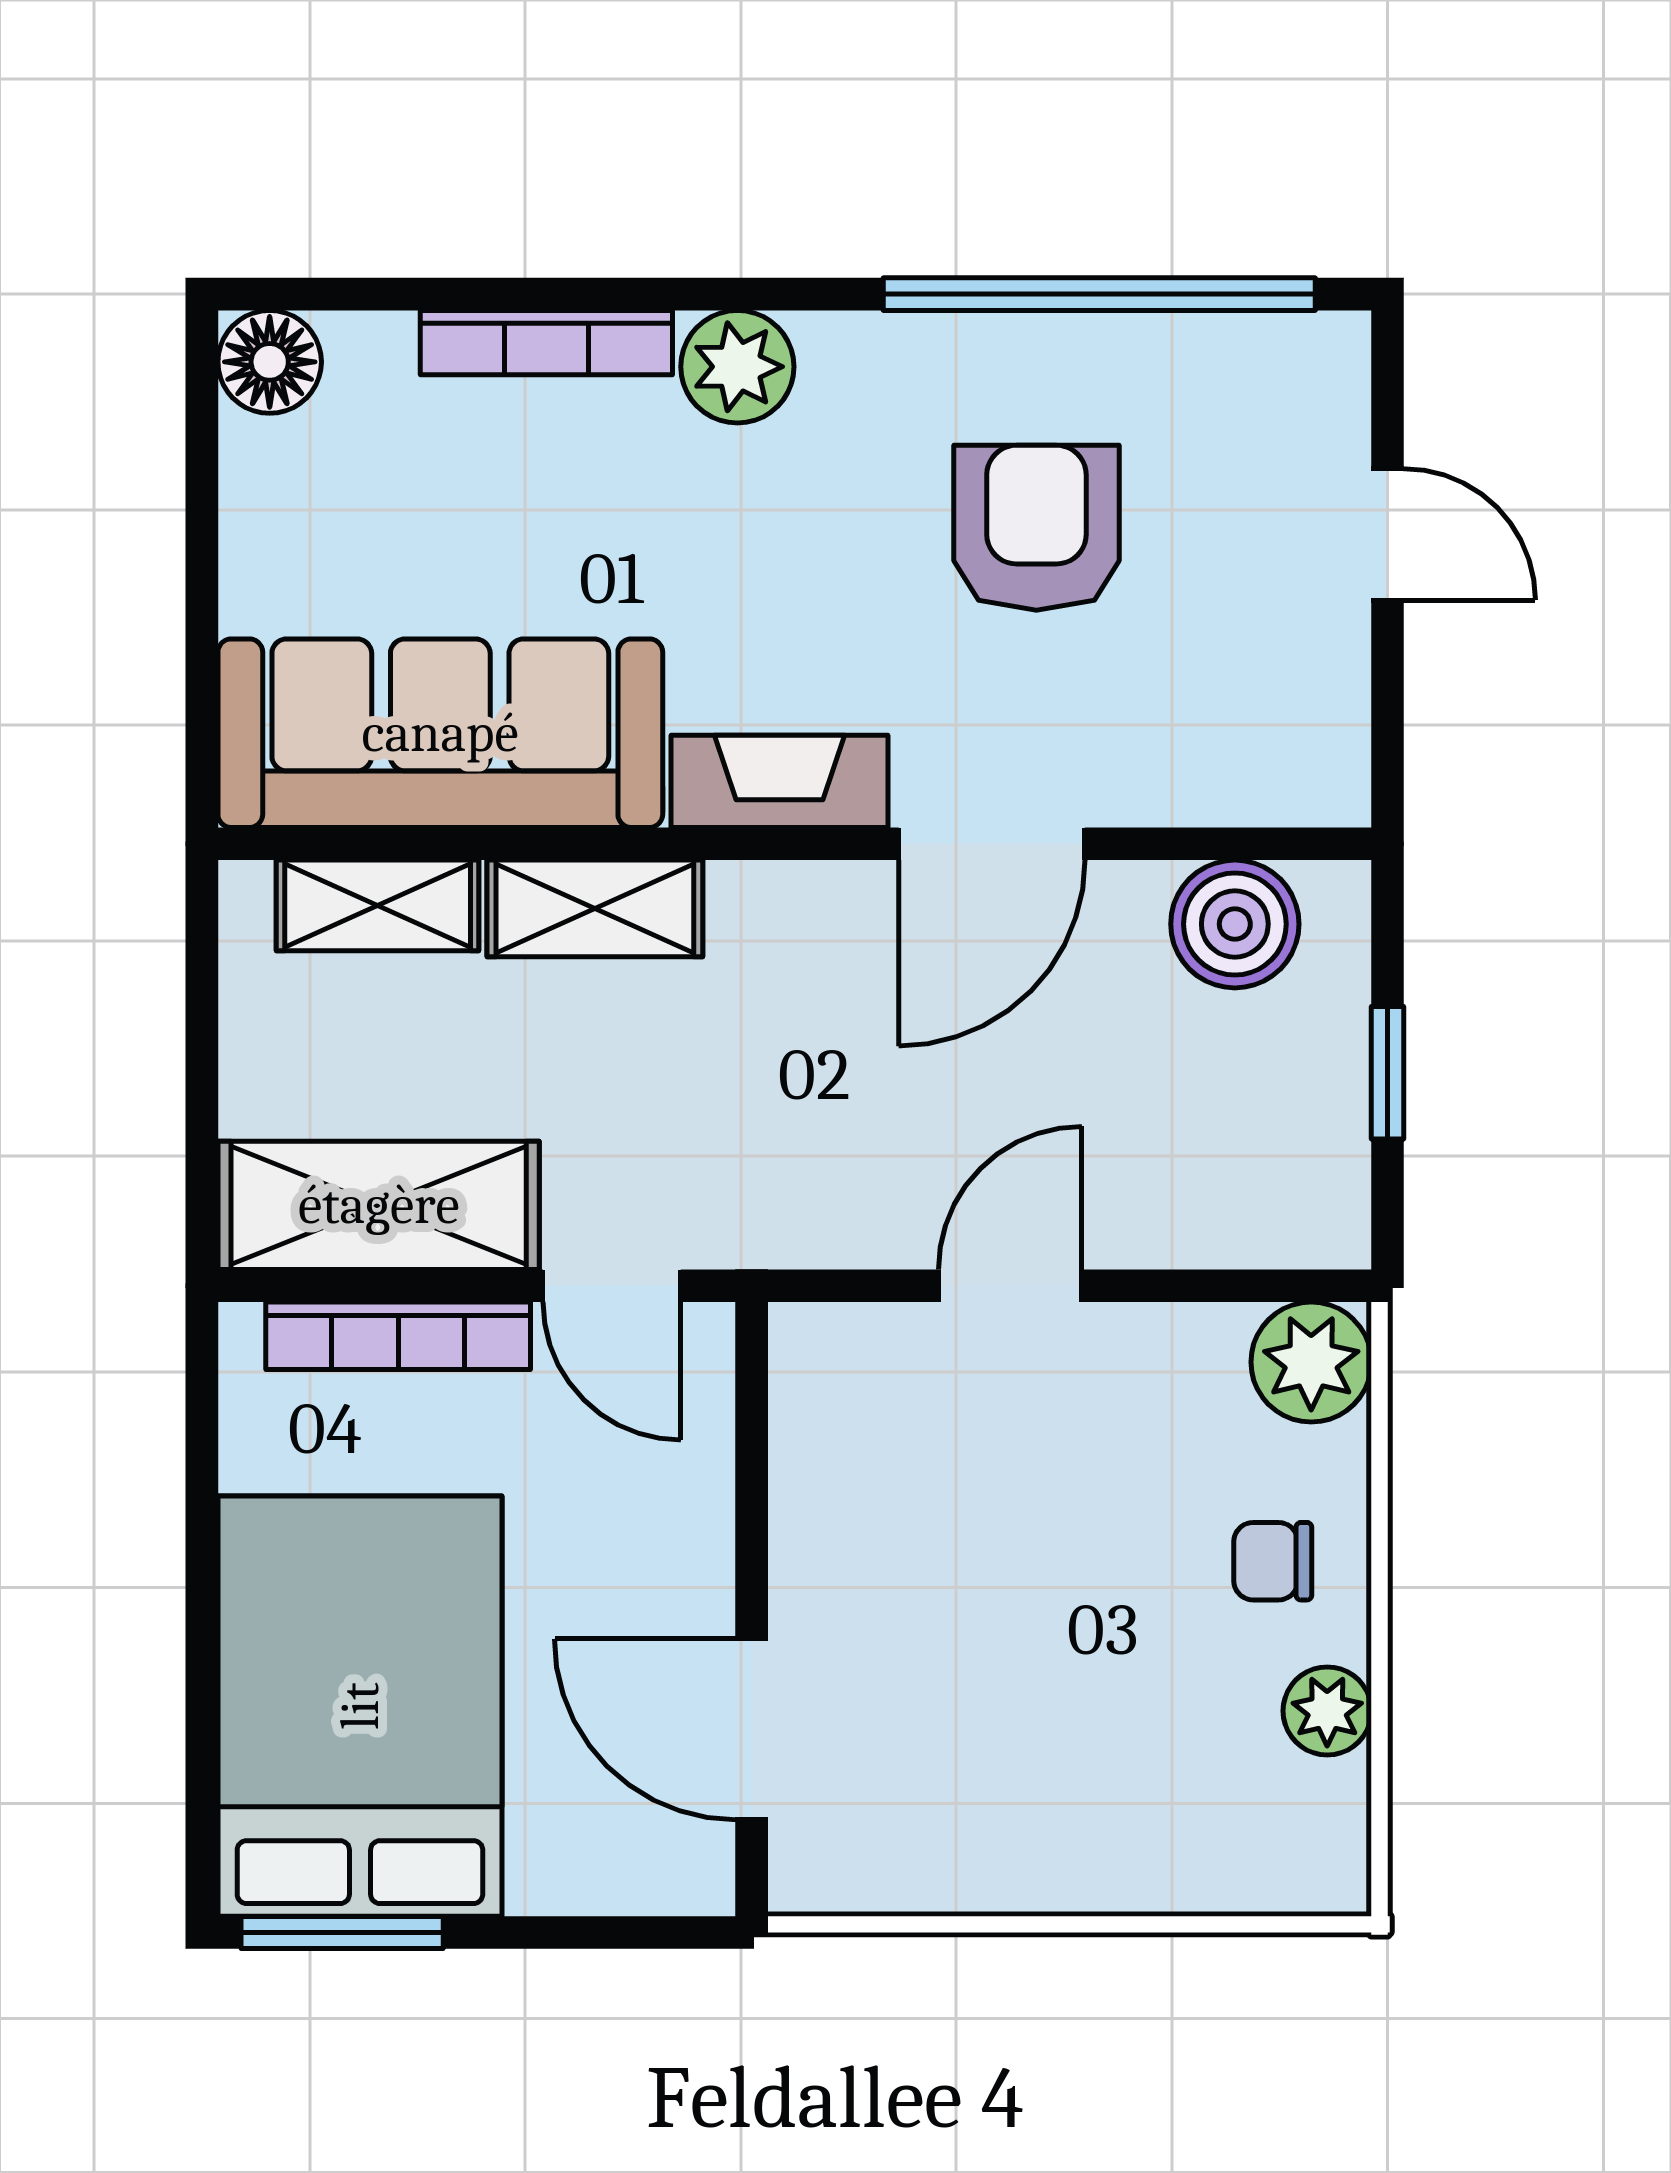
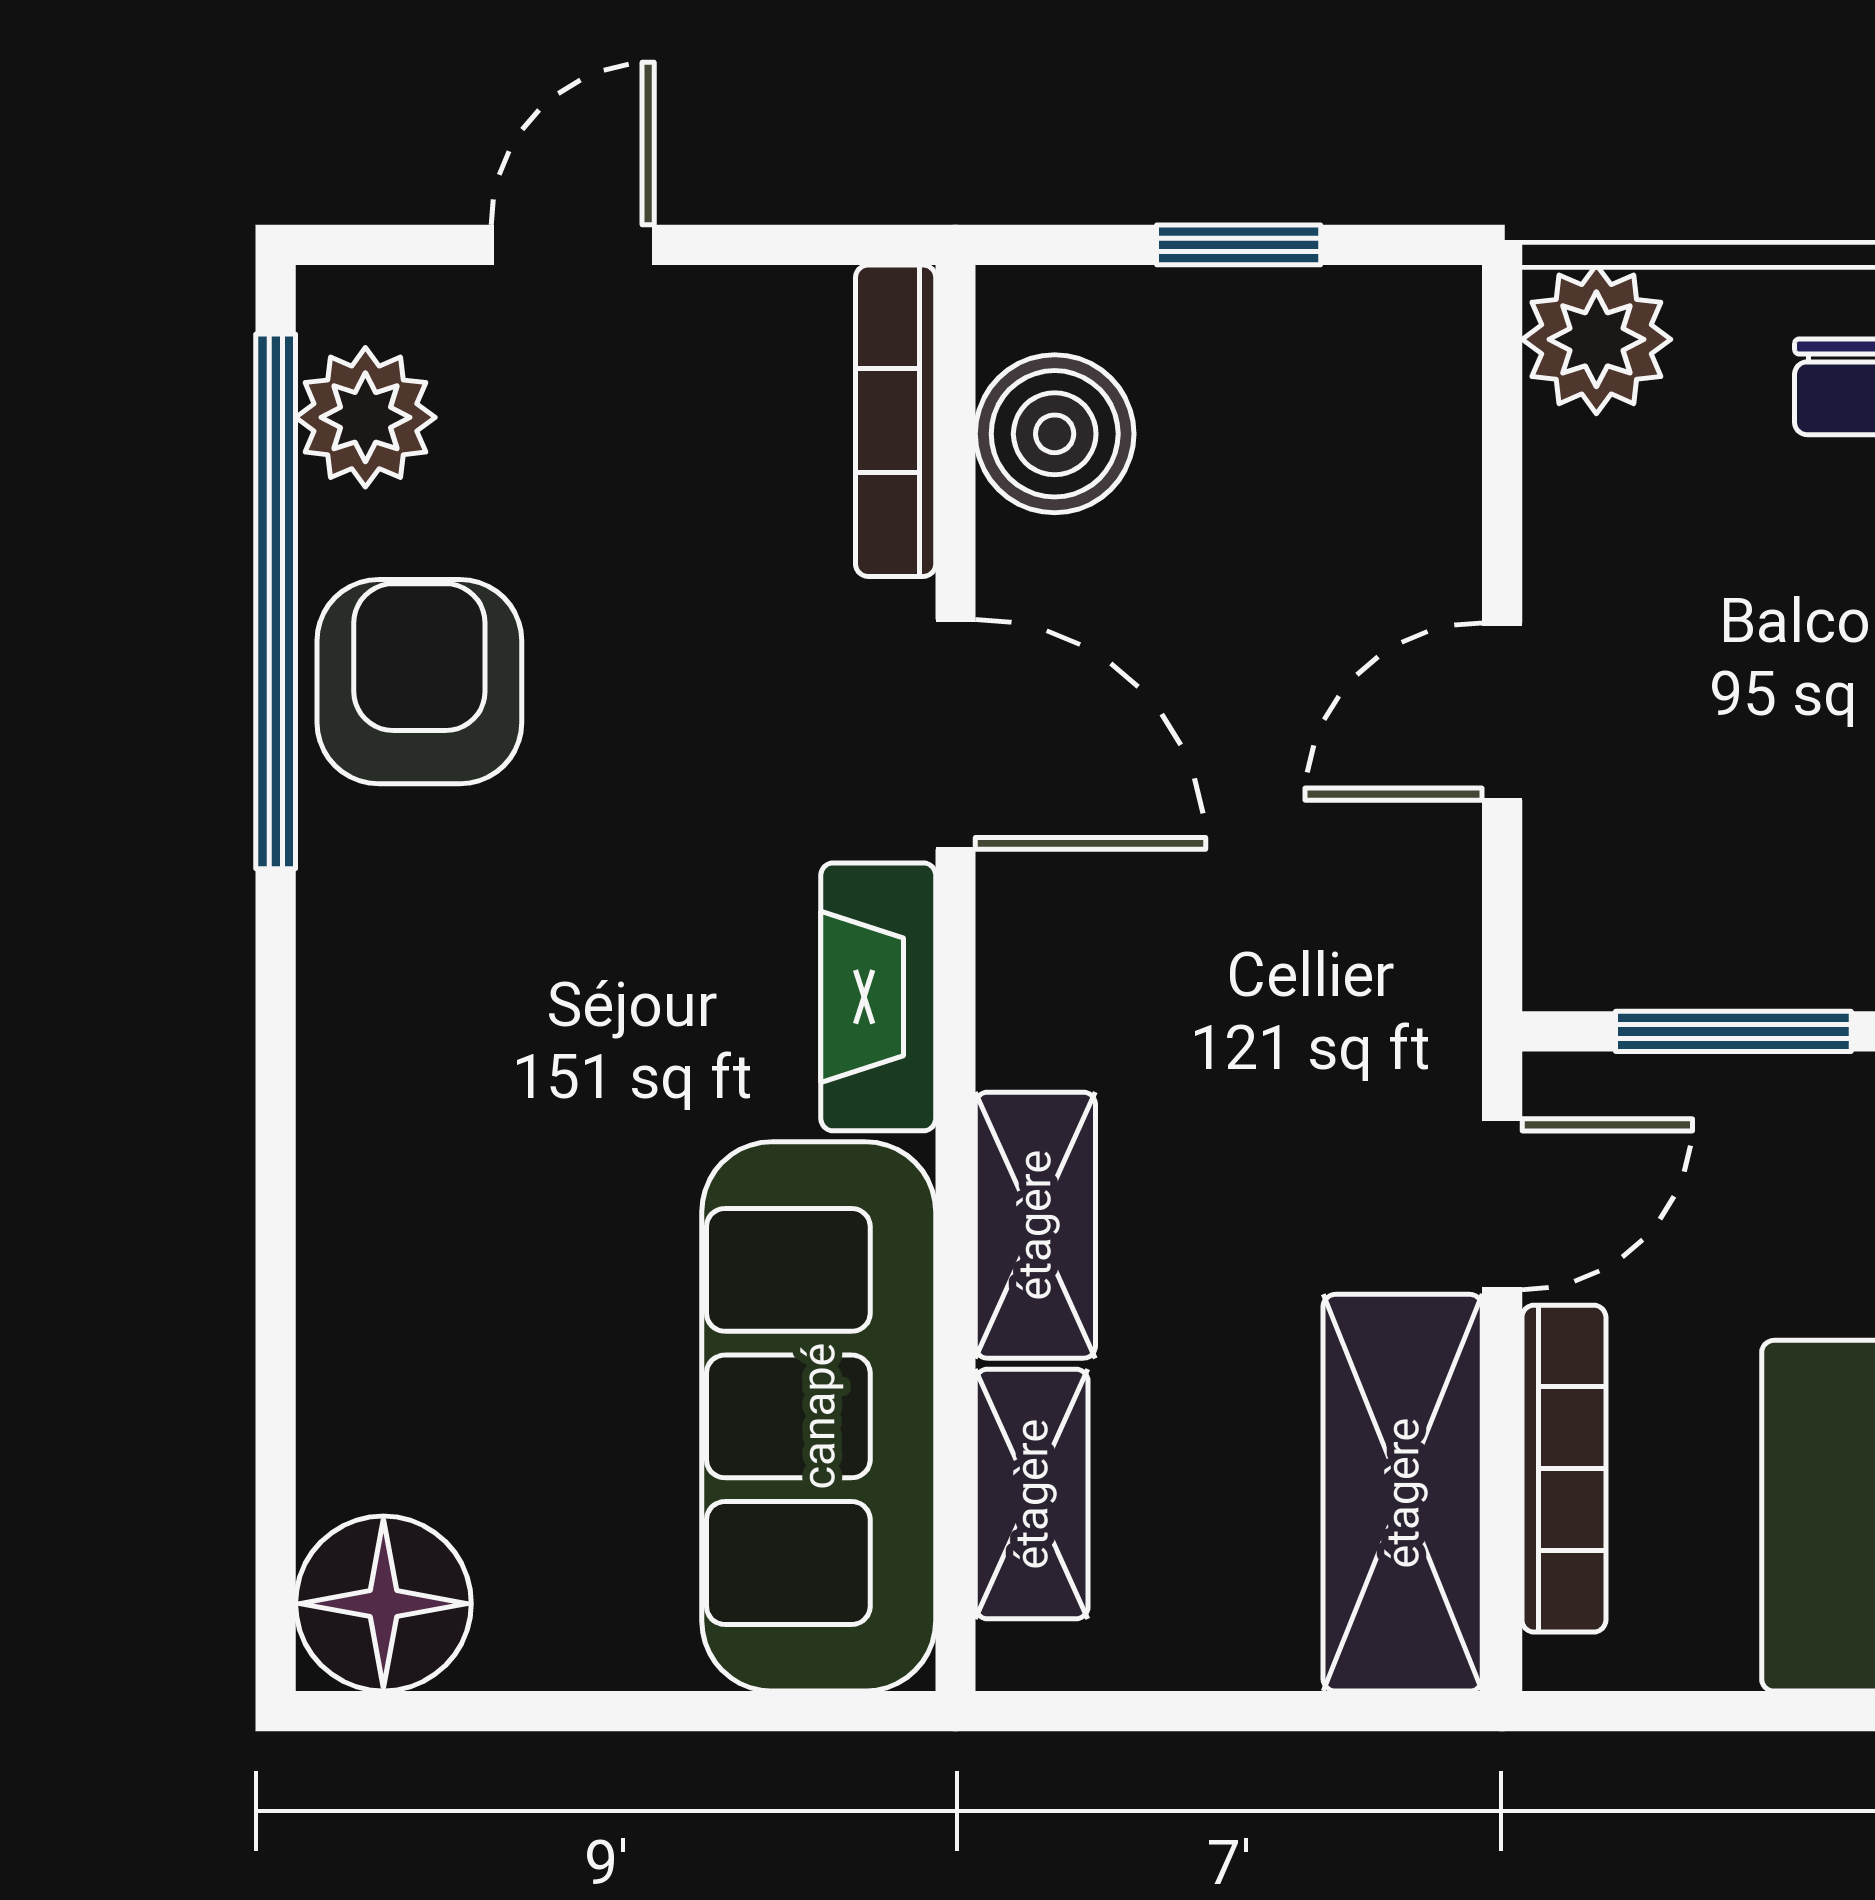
bookcase: (546, 343) -> (896, 421), moved, turned 180
floor lamp: (270, 362) -> (383, 1604), width x1.38, depth x1.38
plant: (737, 367) -> (365, 417), moved
armchair: (1036, 528) -> (419, 682), moved, turned 90
door: (1010, 1286) -> (1502, 712), hinge flipped
window: (752, 1473) -> (1733, 1031), added

